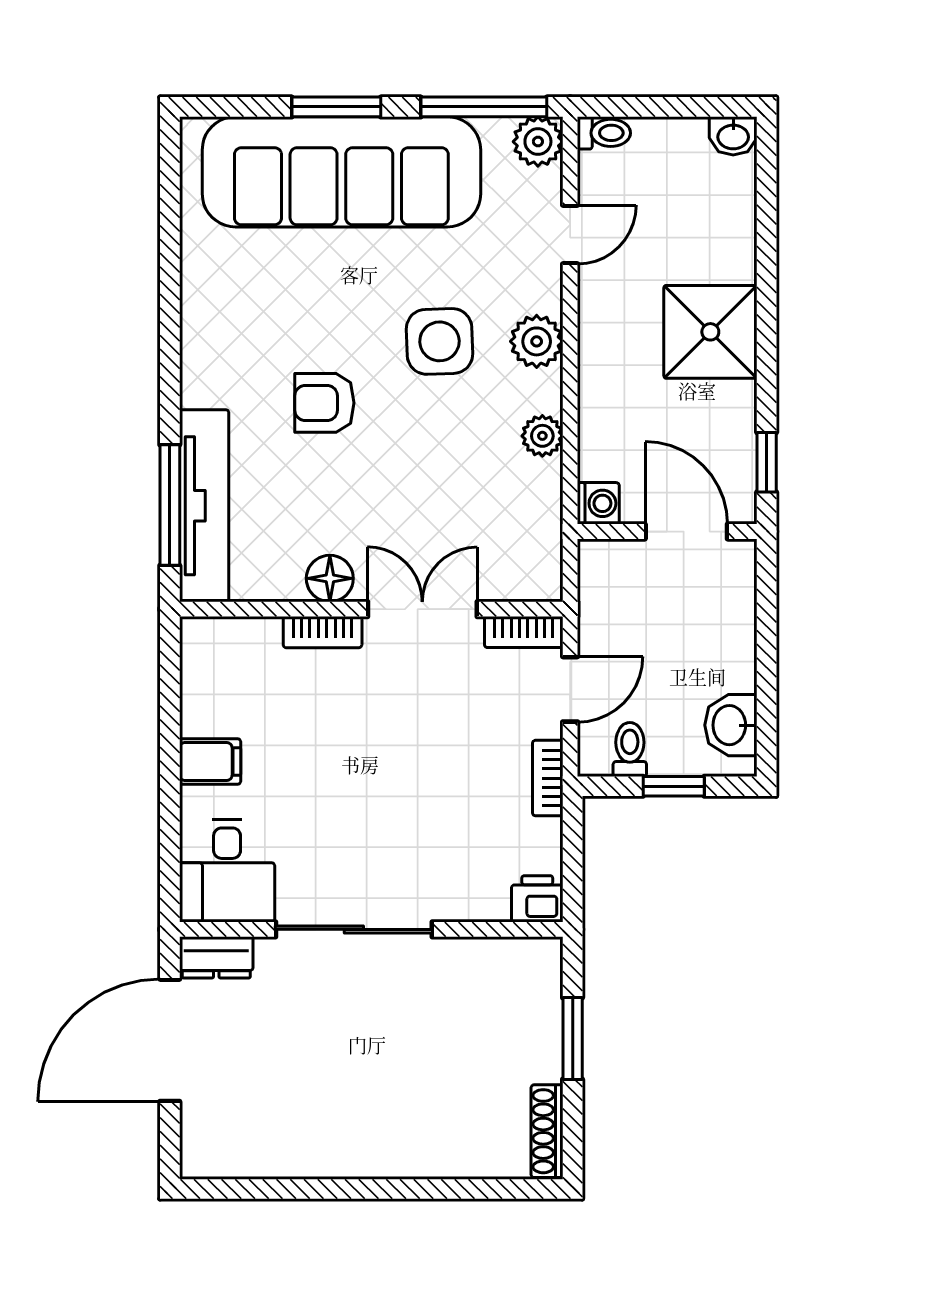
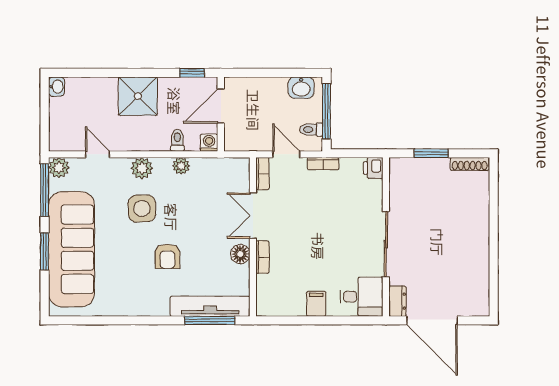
toilet: (604, 133) -> (177, 140), moved
window: (674, 786) -> (326, 111), width x2.17

